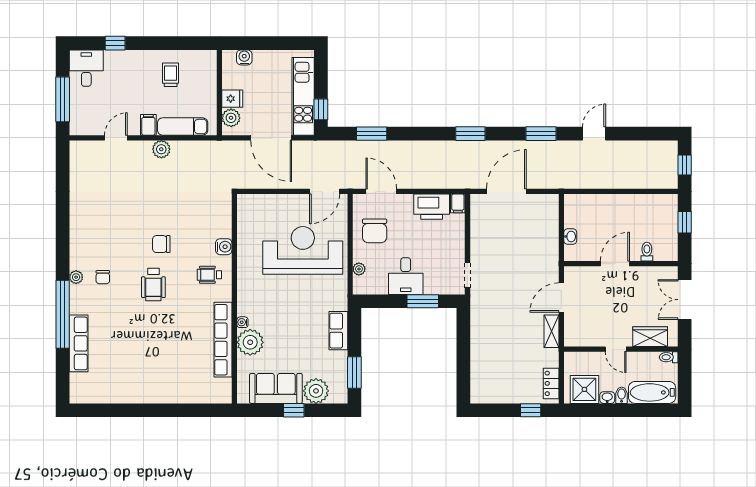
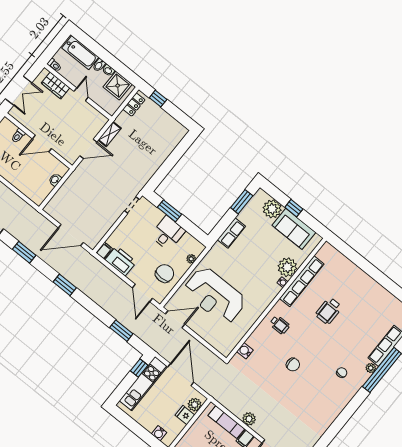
water cooler: (224, 247) -> (245, 351), moved
plant: (76, 277) -> (371, 368), moved
wheelchair: (153, 285) -> (329, 311), moved, turned 180

